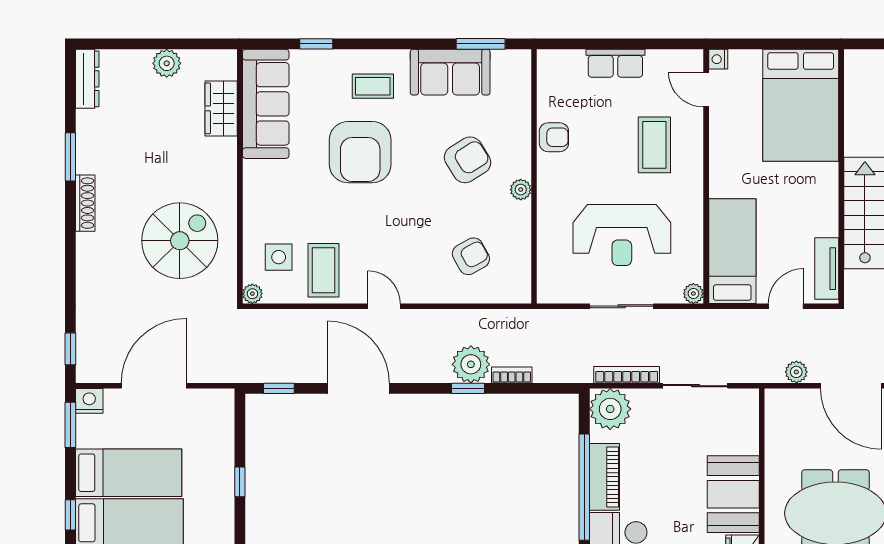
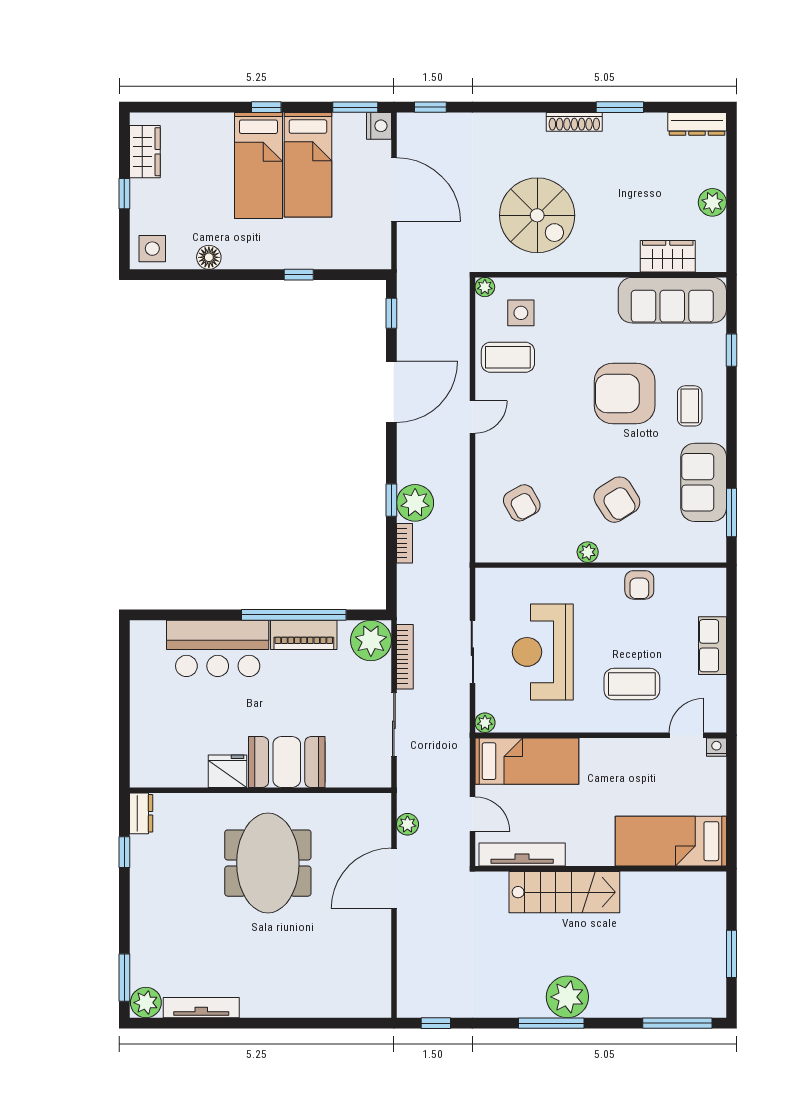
bed: (801, 105) -> (671, 841), width x0.67
tv unit: (827, 269) -> (522, 854), width x1.41

